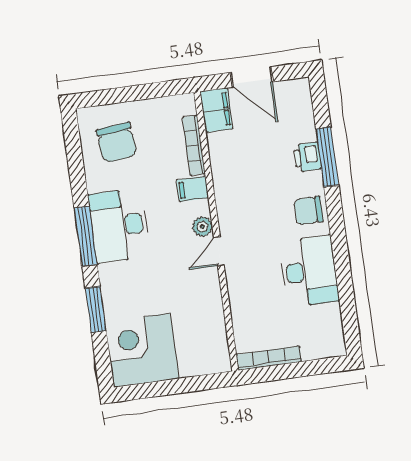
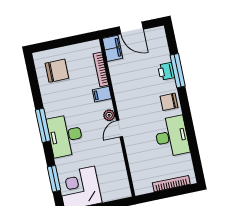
chair: (117, 143) -> (57, 71), turned -84
desk: (119, 226) -> (65, 136), moved
window: (96, 310) -> (54, 179), moved
bookcase: (269, 358) -> (171, 184), moved

